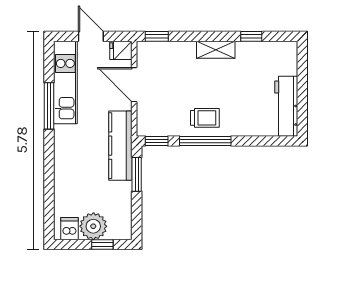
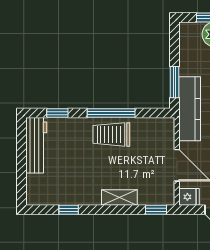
shelving: (216, 50) -> (119, 197), moved
trolley: (205, 118) -> (111, 134), width x1.36, depth x1.39
window: (157, 141) -> (57, 113), moved

